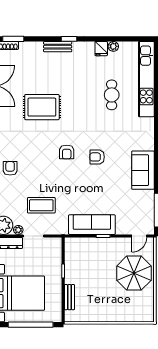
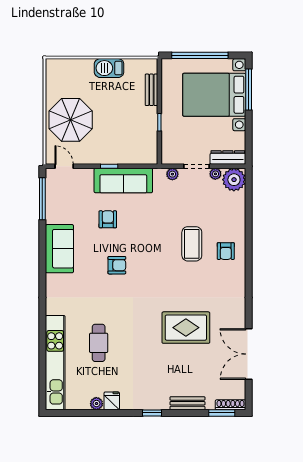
bench: (58, 47) -> (187, 403), moved
armchair: (67, 152) -> (108, 219), moved
coffee table: (41, 205) -> (192, 244), moved, turned 90
plant: (53, 230) -> (172, 174), added
door: (139, 236) -> (64, 166), hinge flipped
barbecue: (103, 314) -> (109, 68), added

